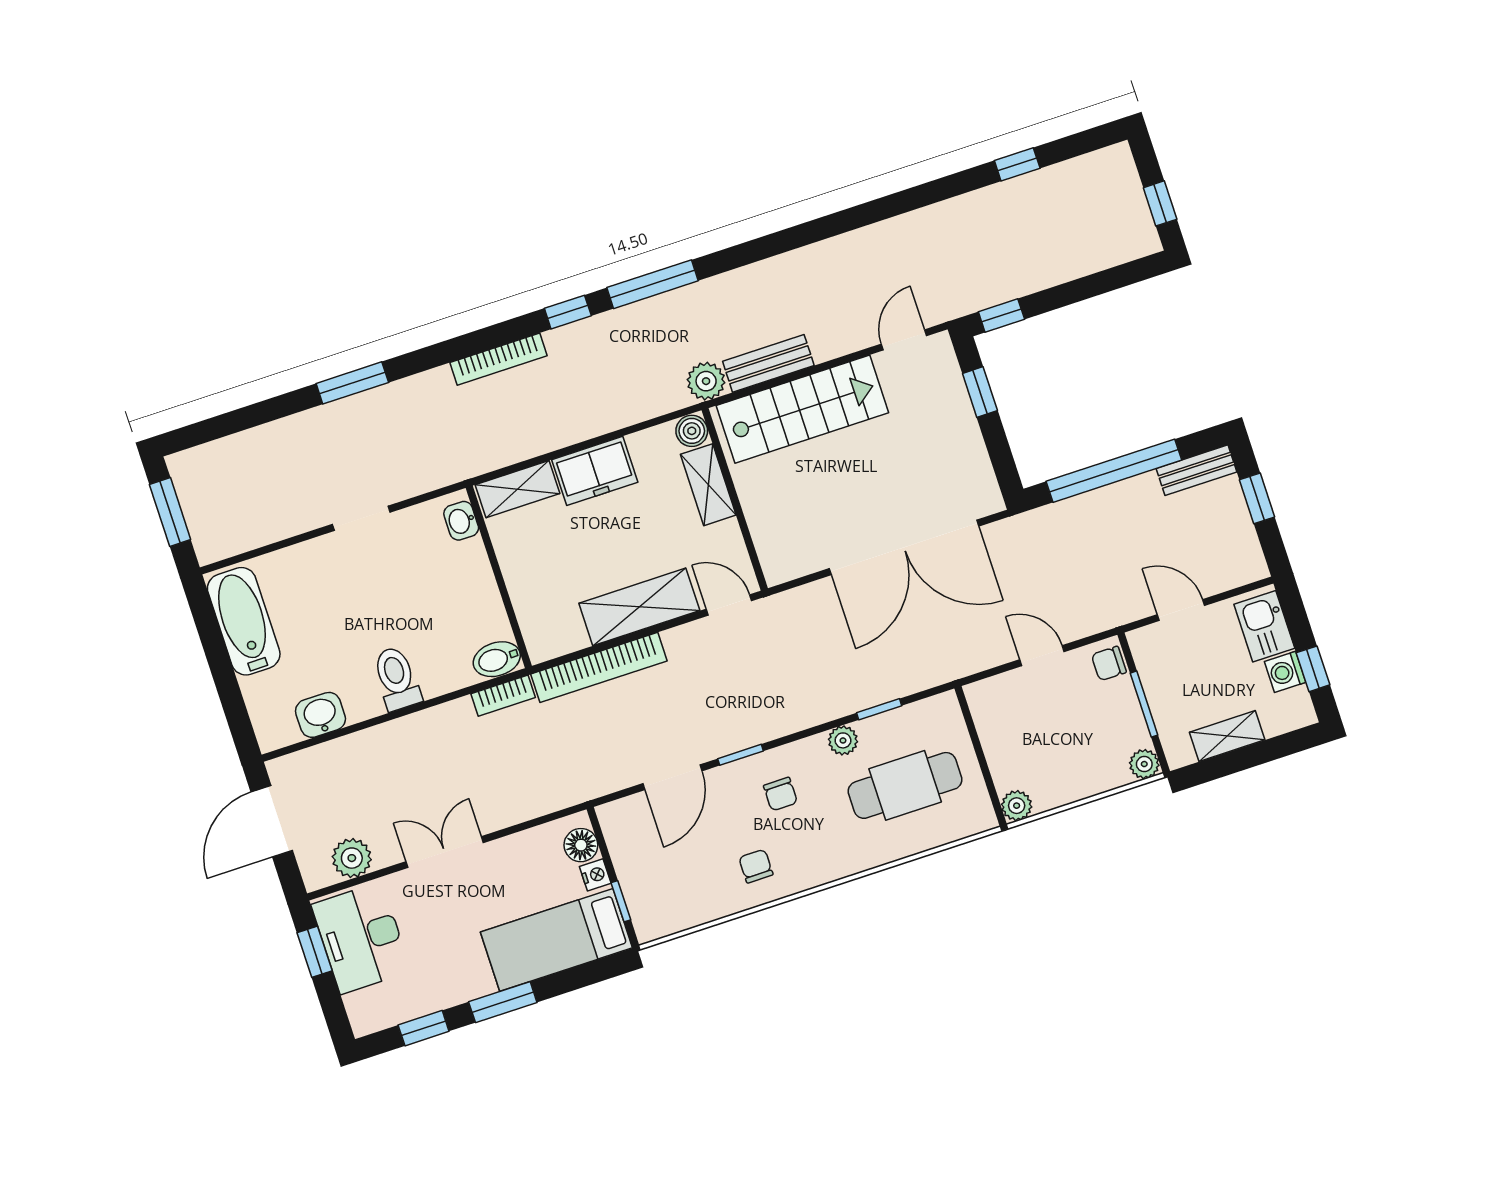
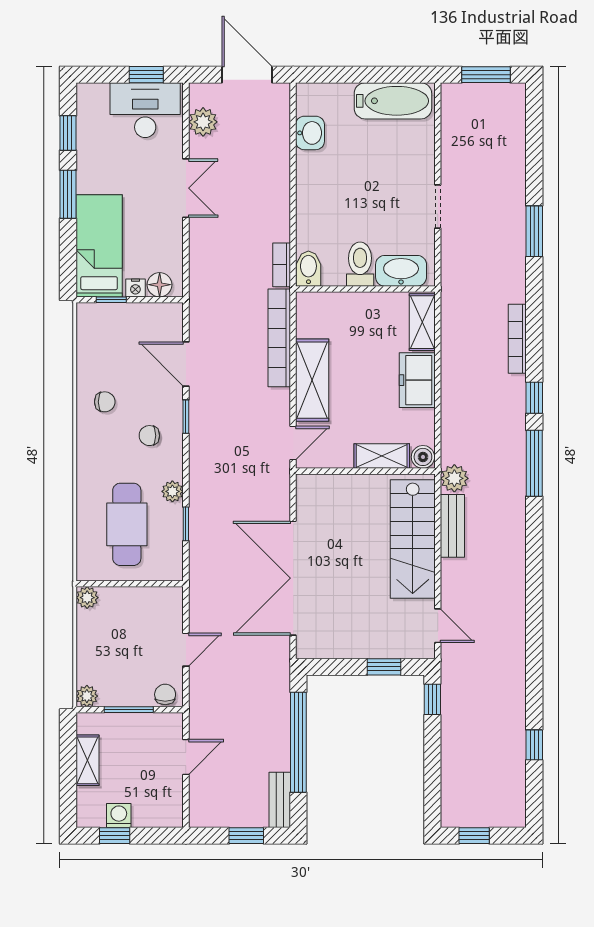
washbasin: (461, 521) -> (401, 271), width x1.91, depth x1.45
kitchen sink: (1264, 626) -> (155, 811), removed
toilet: (397, 678) -> (360, 264), moved, turned -90

